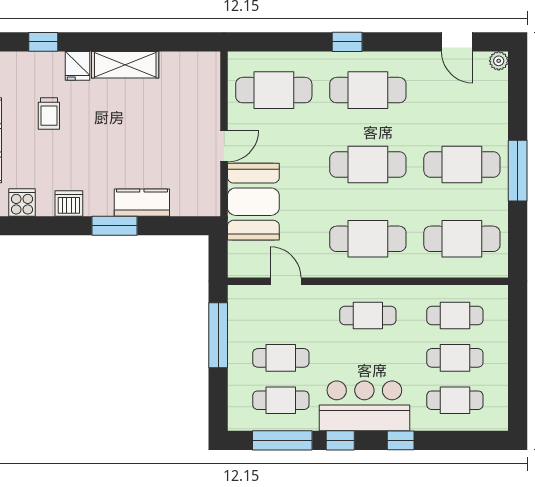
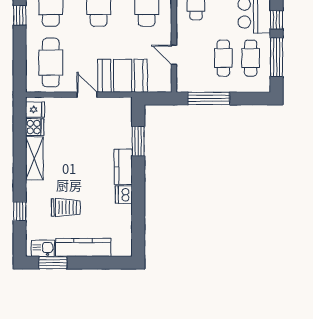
fridge: (78, 66) -> (35, 110), moved
trolley: (49, 113) -> (66, 207), width x1.36, depth x1.39
cooker: (22, 203) -> (35, 127), moved, turned 180
kitchen counter: (142, 203) -> (123, 167), moved
window: (115, 226) -> (138, 141), moved
door: (286, 281) -> (174, 55), hinge flipped

